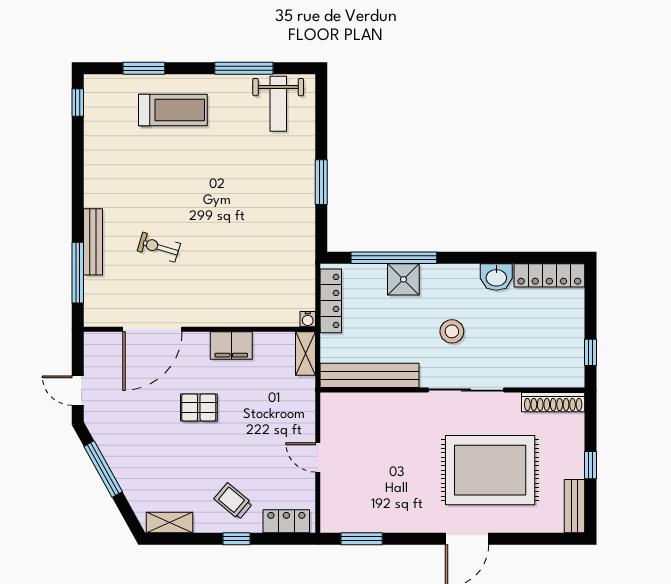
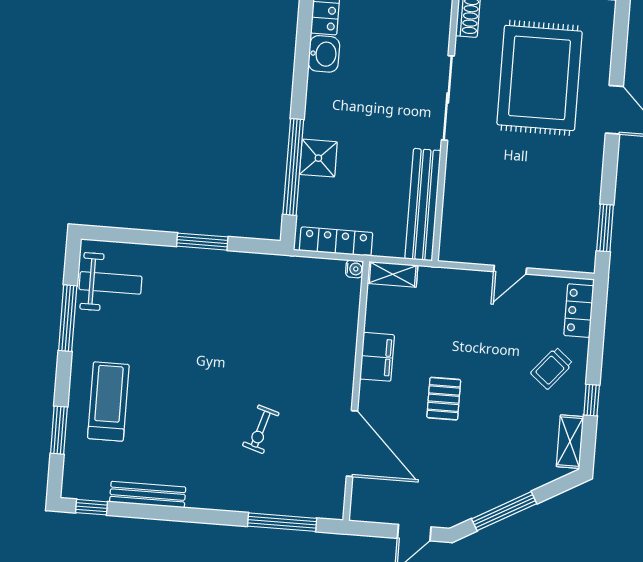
bench: (93, 242) -> (148, 495), moved
stool: (452, 331) -> (381, 108), removed
window: (237, 539) -> (592, 400), moved

